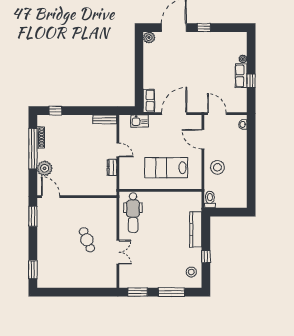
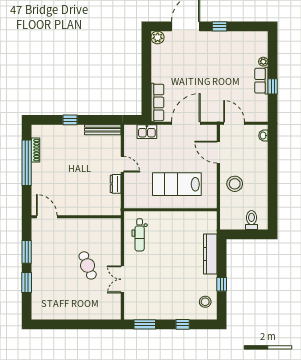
row of seats: (149, 101) -> (157, 102), width x1.48
window: (55, 111) -> (70, 120), moved
bench: (105, 119) -> (103, 130), width x1.36
plant: (45, 168) -> (40, 185), removed
toilet: (210, 199) -> (251, 220), moved
dental chair: (133, 213) -> (140, 235), width x0.73, depth x0.72
window: (33, 216) -> (27, 252), moved
double door: (118, 252) -> (122, 279), swing flipped
window: (33, 270) -> (27, 282), moved
window: (171, 292) -> (183, 324), width x0.46

